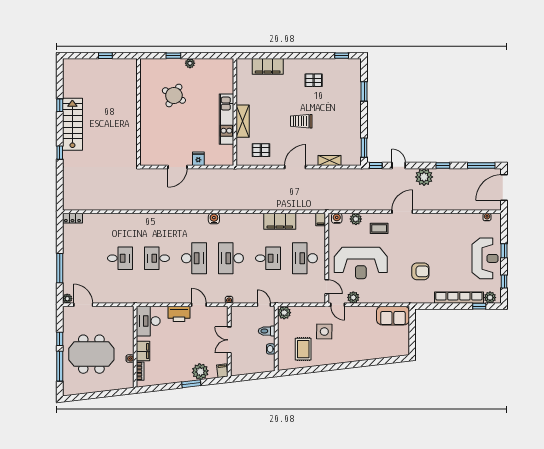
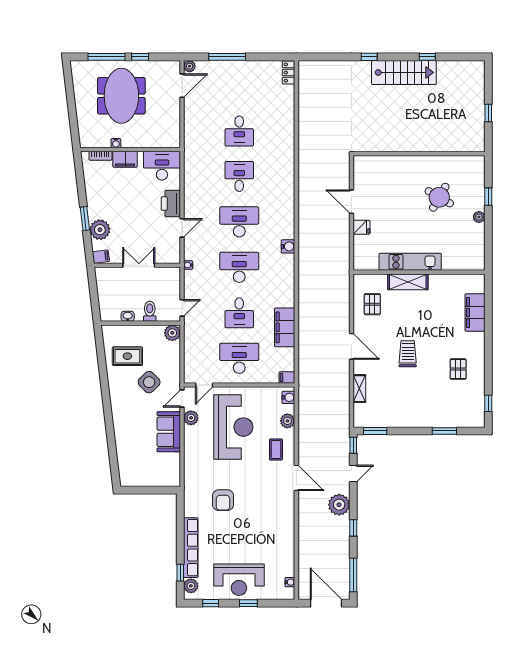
desk: (194, 258) -> (239, 222), turned 180
reception desk: (361, 263) -> (233, 427), turned 180
sofa: (393, 316) -> (169, 432), moved
side table: (324, 332) -> (149, 382), turned 45

